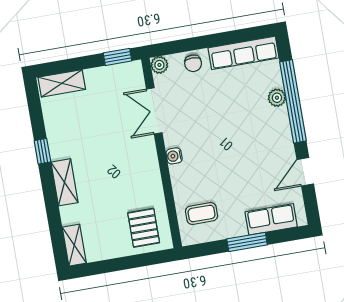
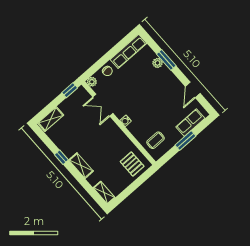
window: (293, 101) -> (166, 60), width x0.47

